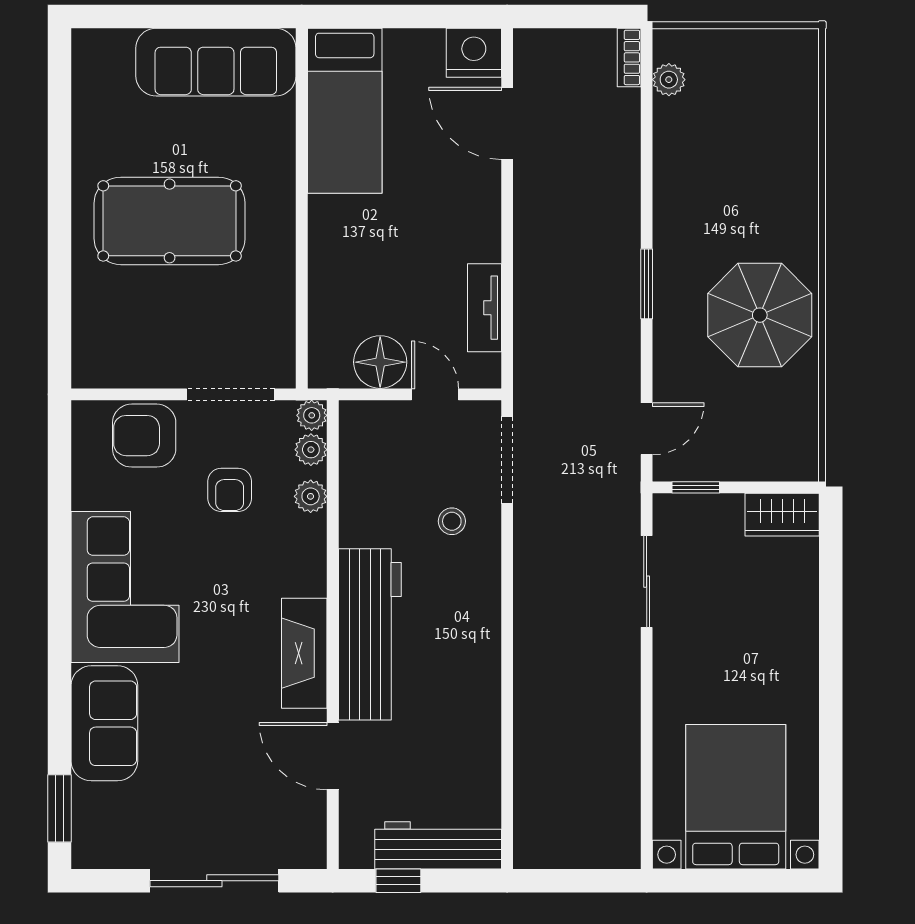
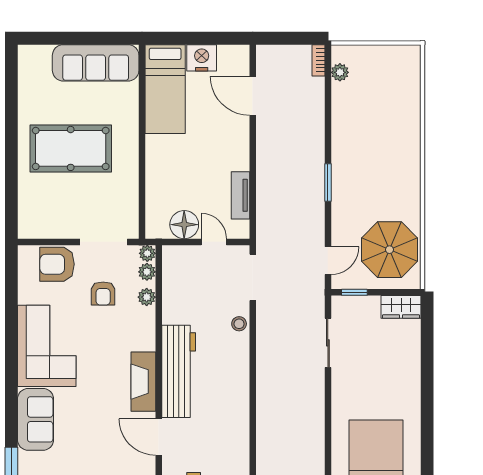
nightstand: (474, 53) -> (202, 58), moved
parasol: (760, 315) -> (389, 250), moved
stool: (452, 521) -> (239, 324), moved

